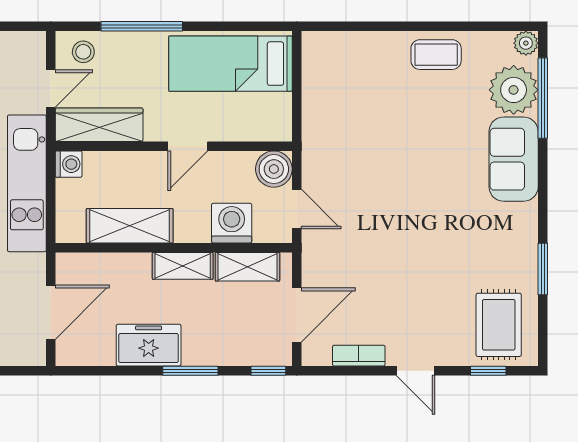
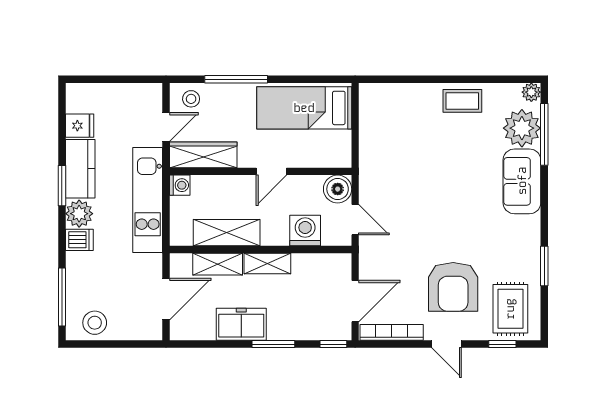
shelving: (247, 267) -> (218, 264), moved
armchair: (424, 296) -> (453, 287), added
bookcase: (359, 356) -> (392, 332), width x1.56

